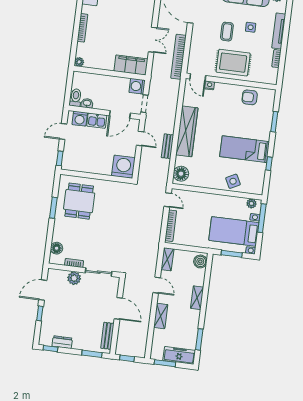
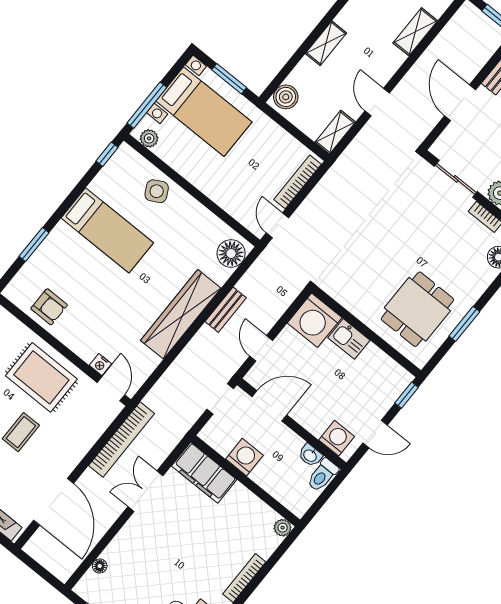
washing machine: (137, 86) -> (244, 457), moved, turned -90
kitchen sink: (97, 121) -> (349, 339), moved, turned 180
window: (269, 164) -> (107, 154), moved
shelving: (161, 316) -> (415, 32), moved

